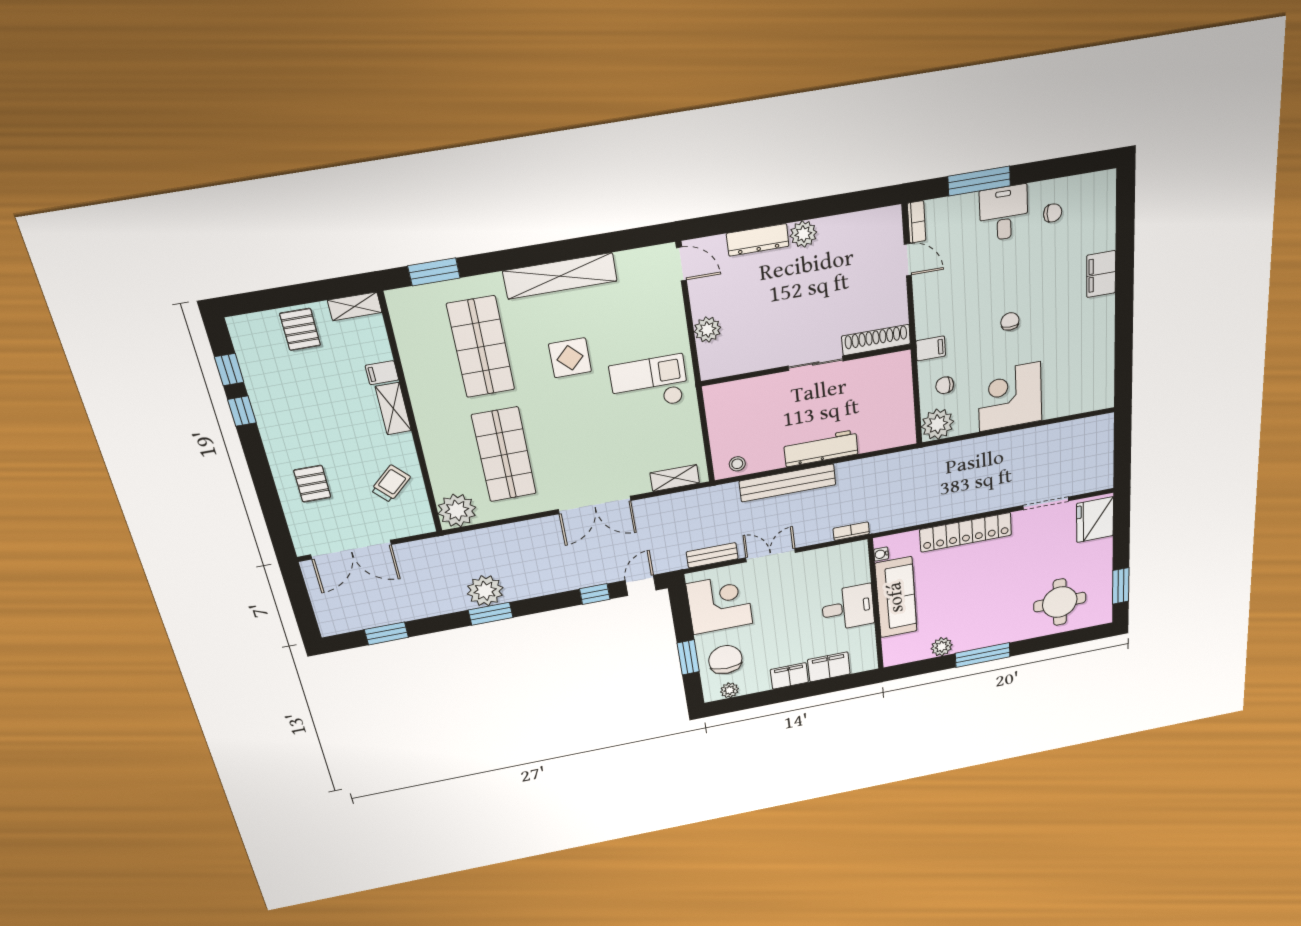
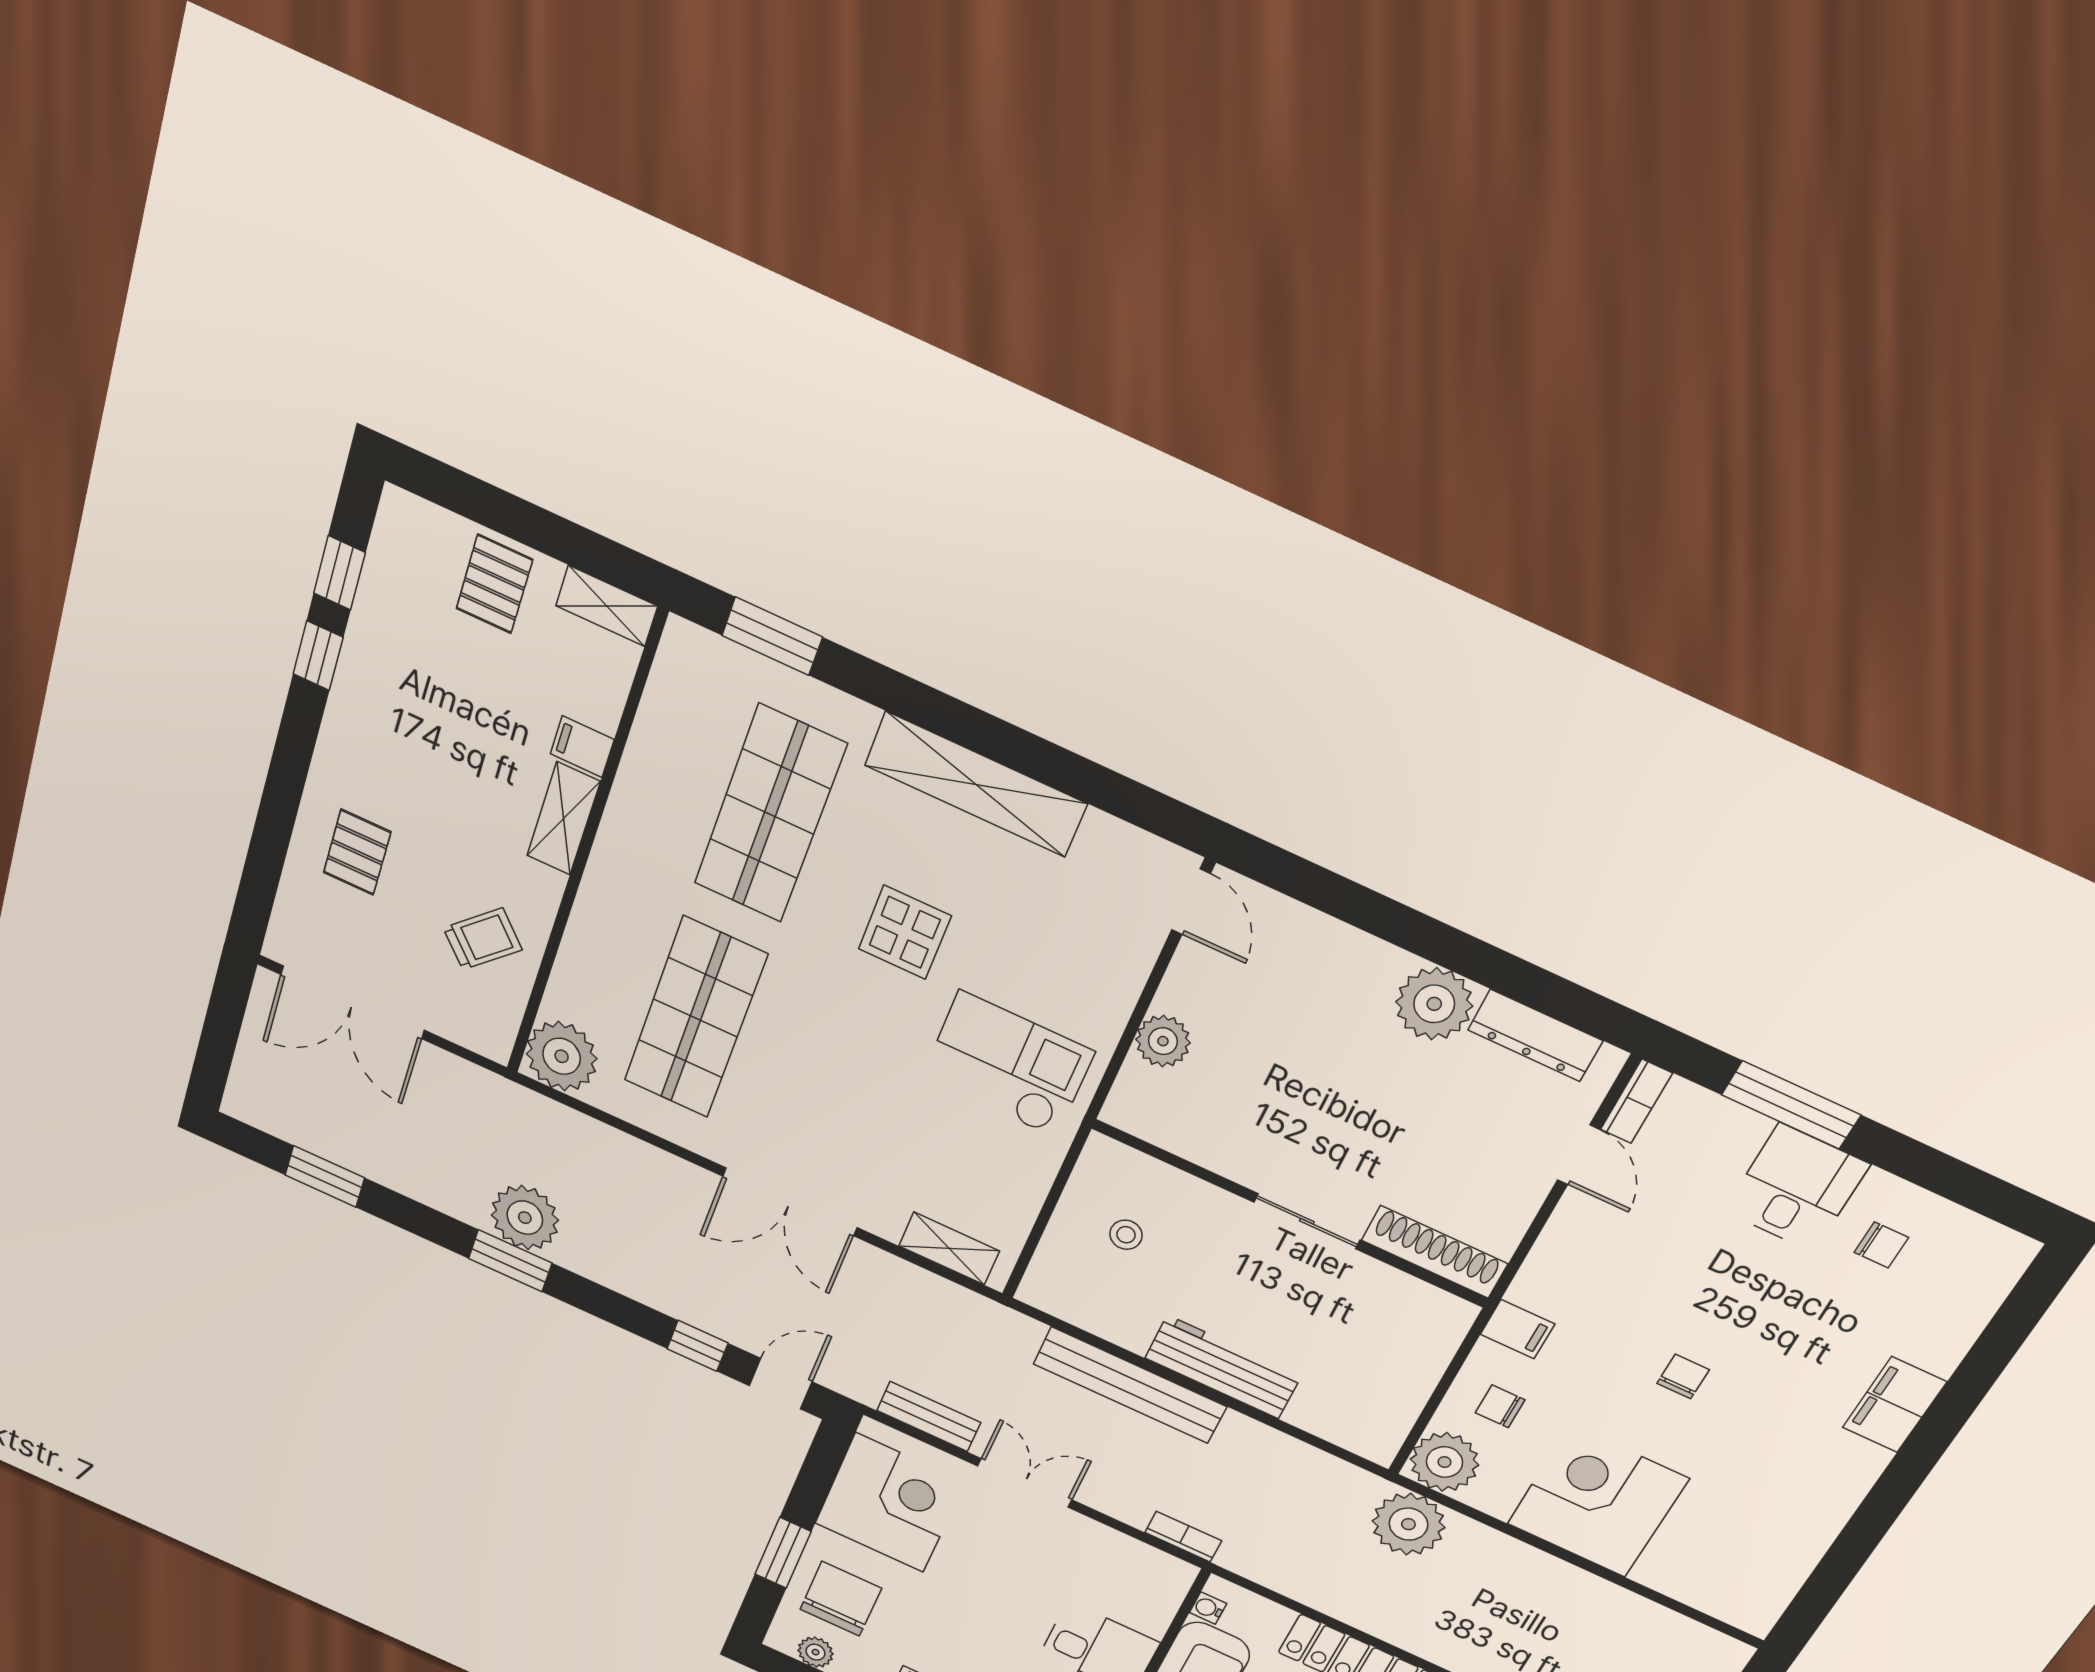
plant: (803, 234) -> (1434, 1004), width x1.36, depth x1.36
dresser: (758, 240) -> (1535, 1035), moved
plant: (940, 460) -> (1408, 1524), added
stool: (737, 464) -> (1126, 1235), moved

